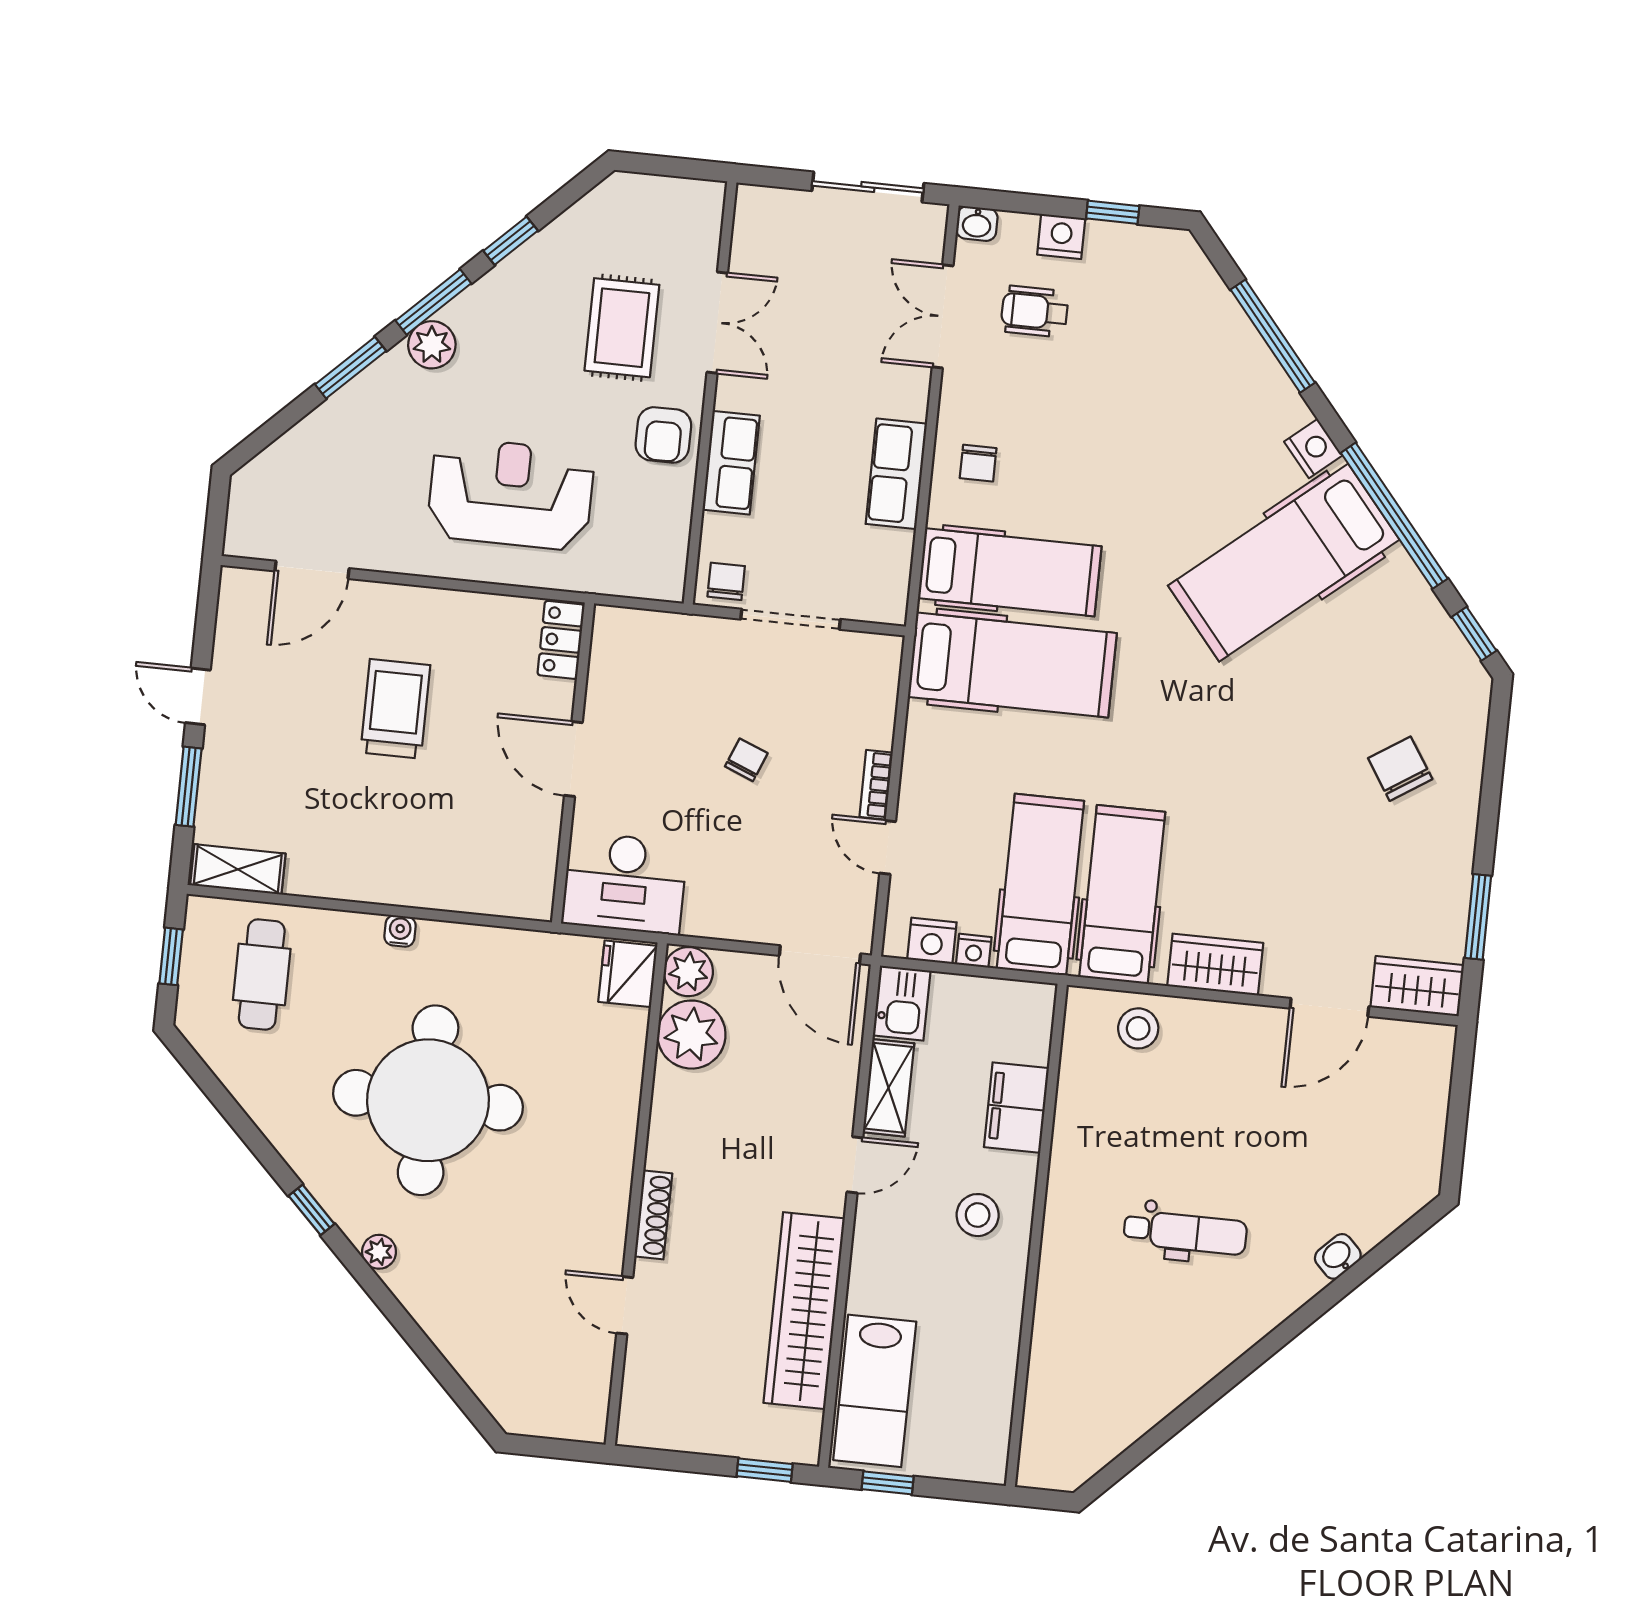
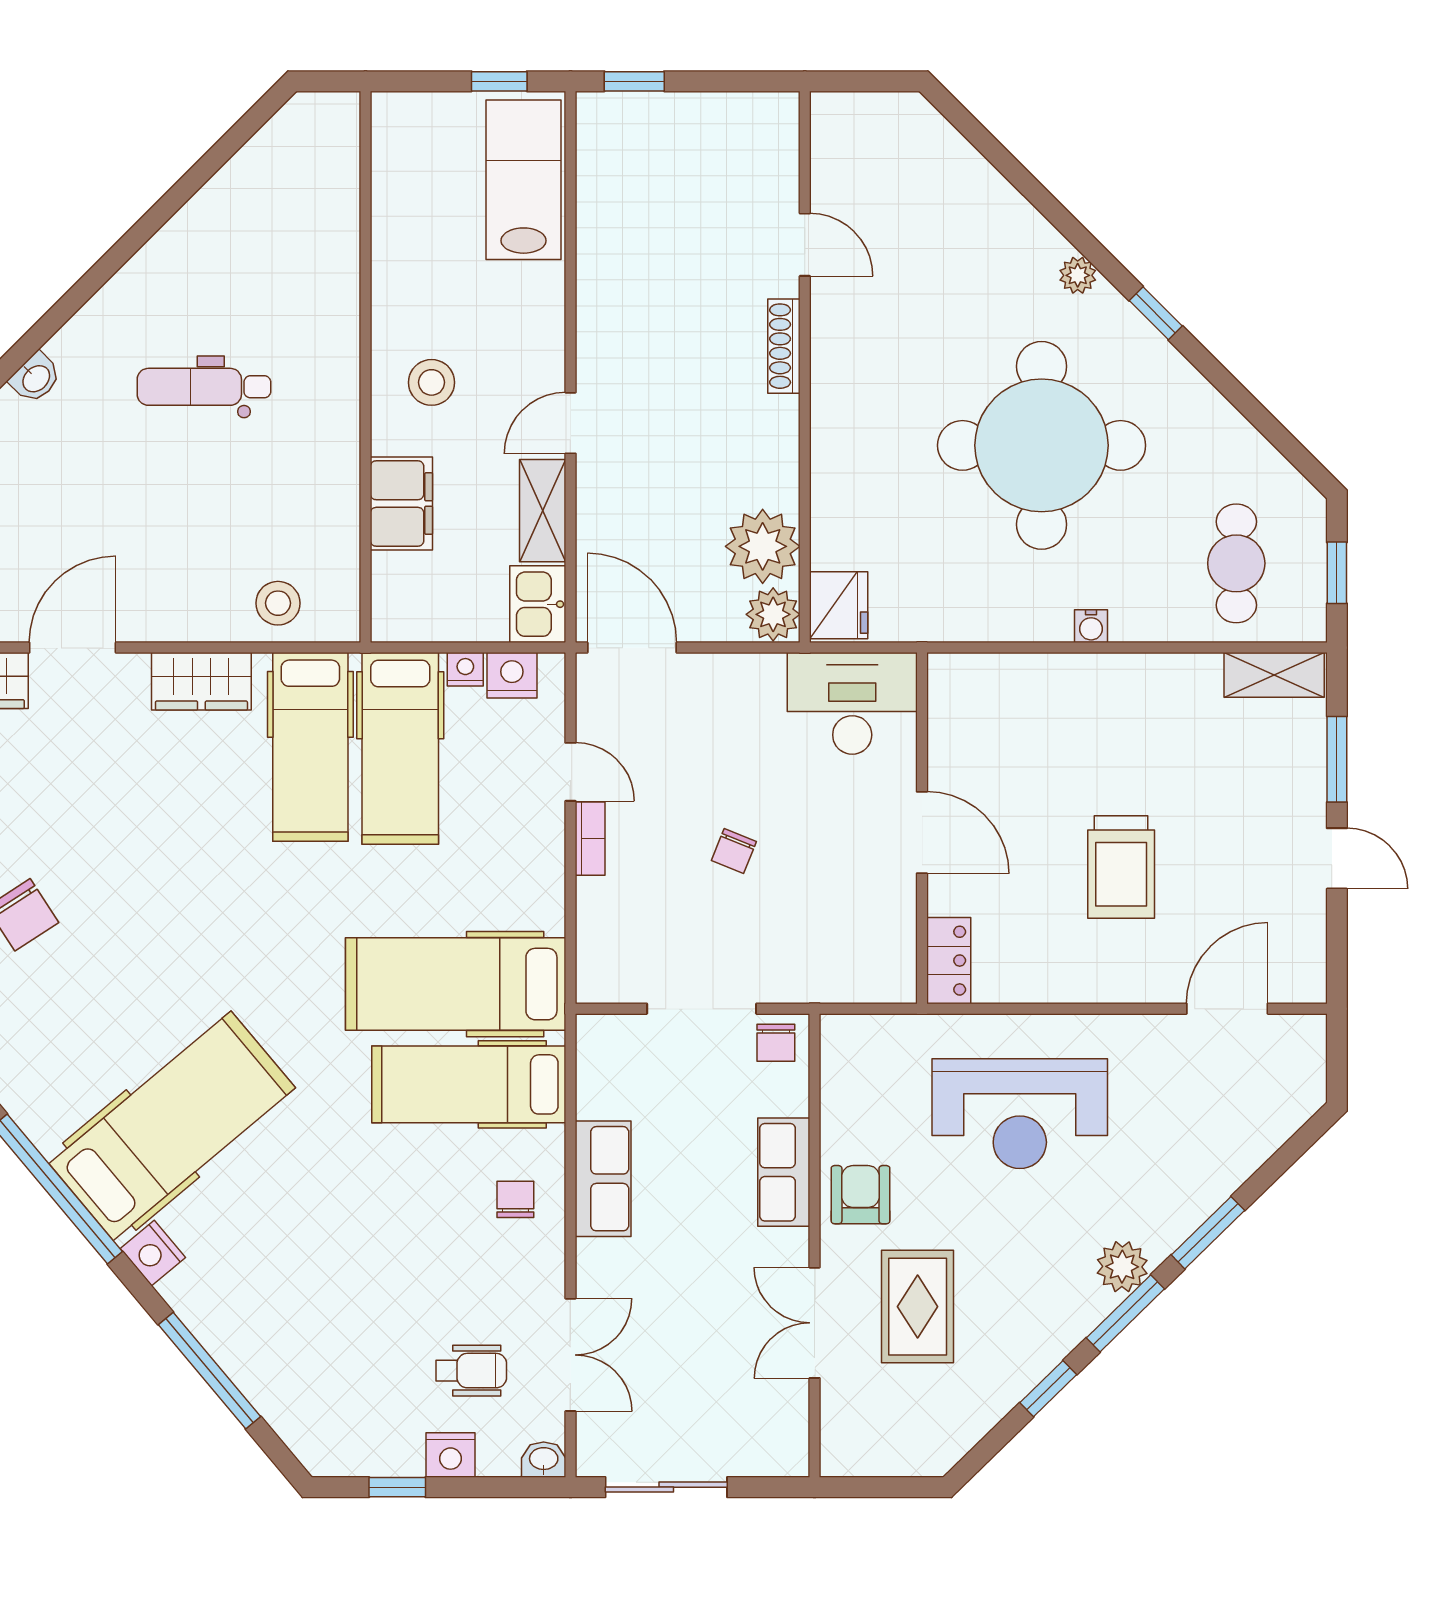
wardrobe: (804, 1311) -> (609, 259), removed

